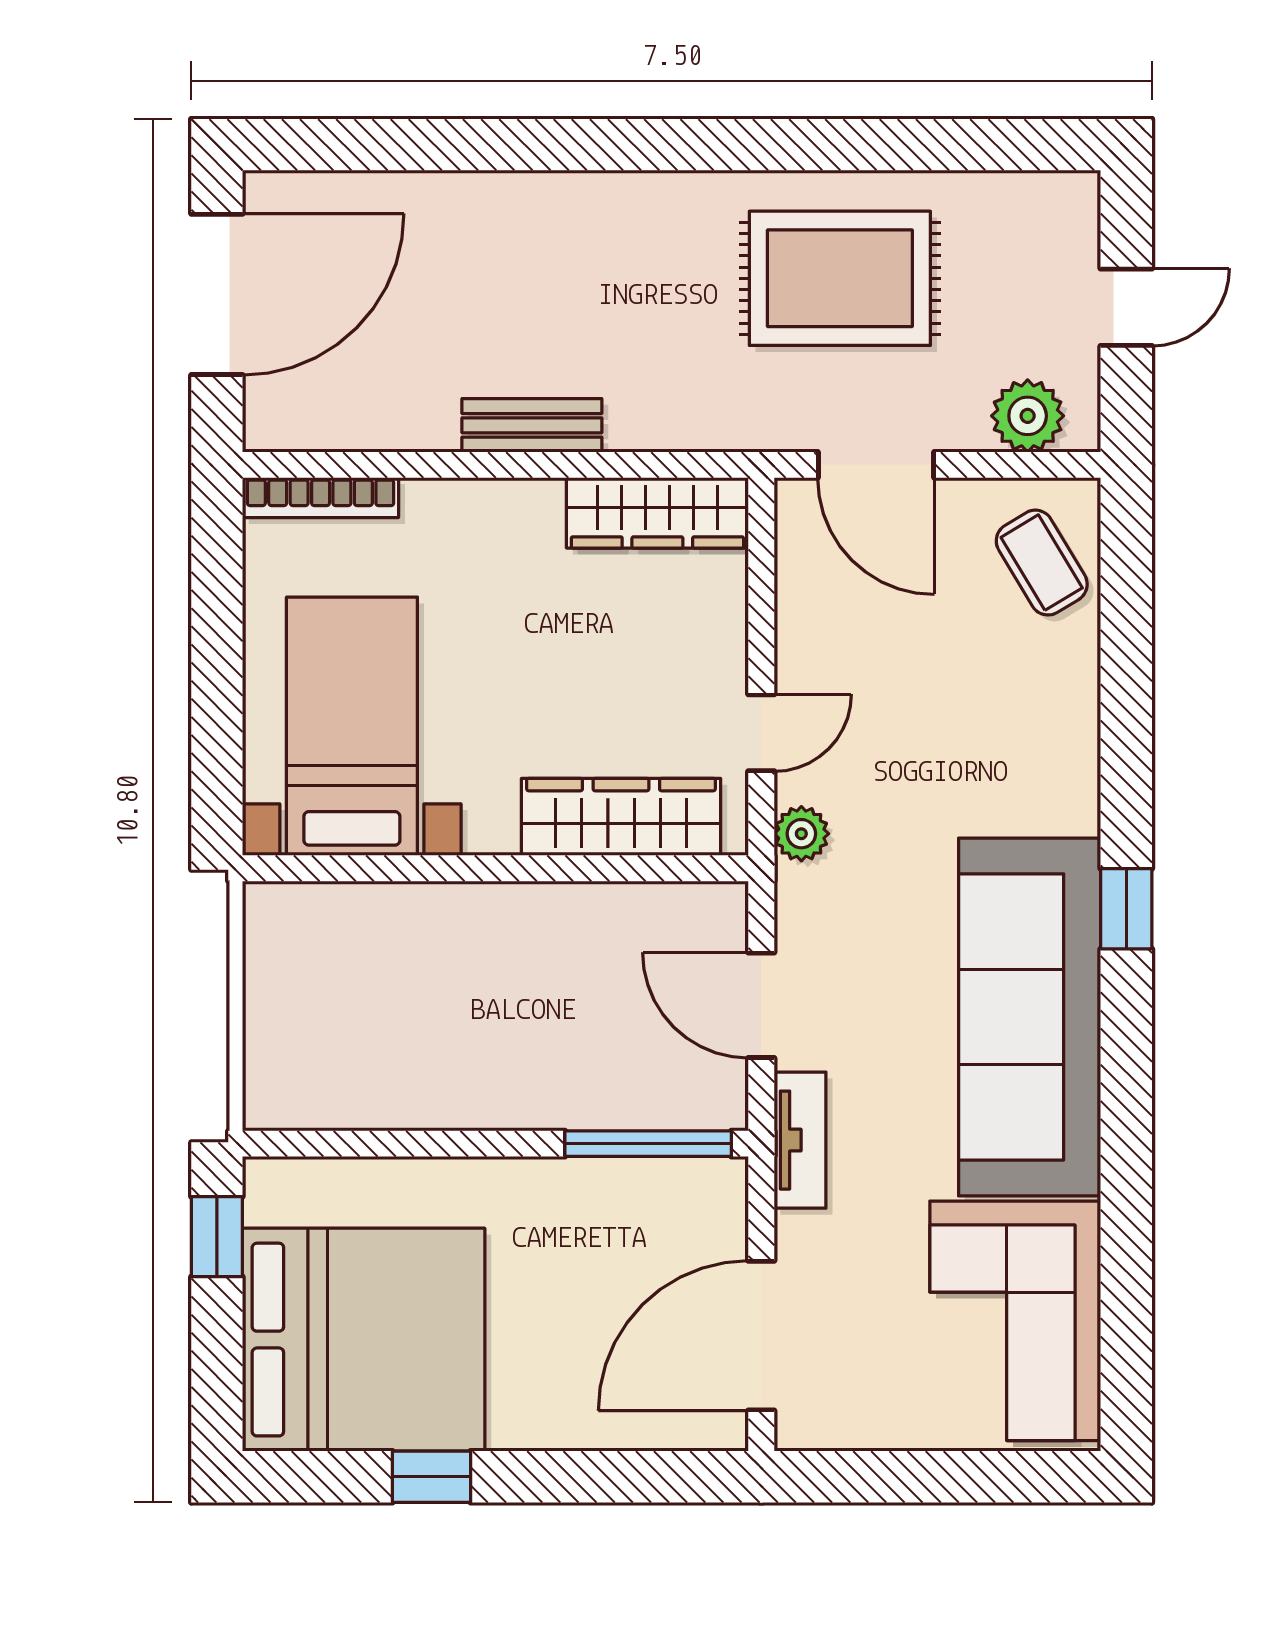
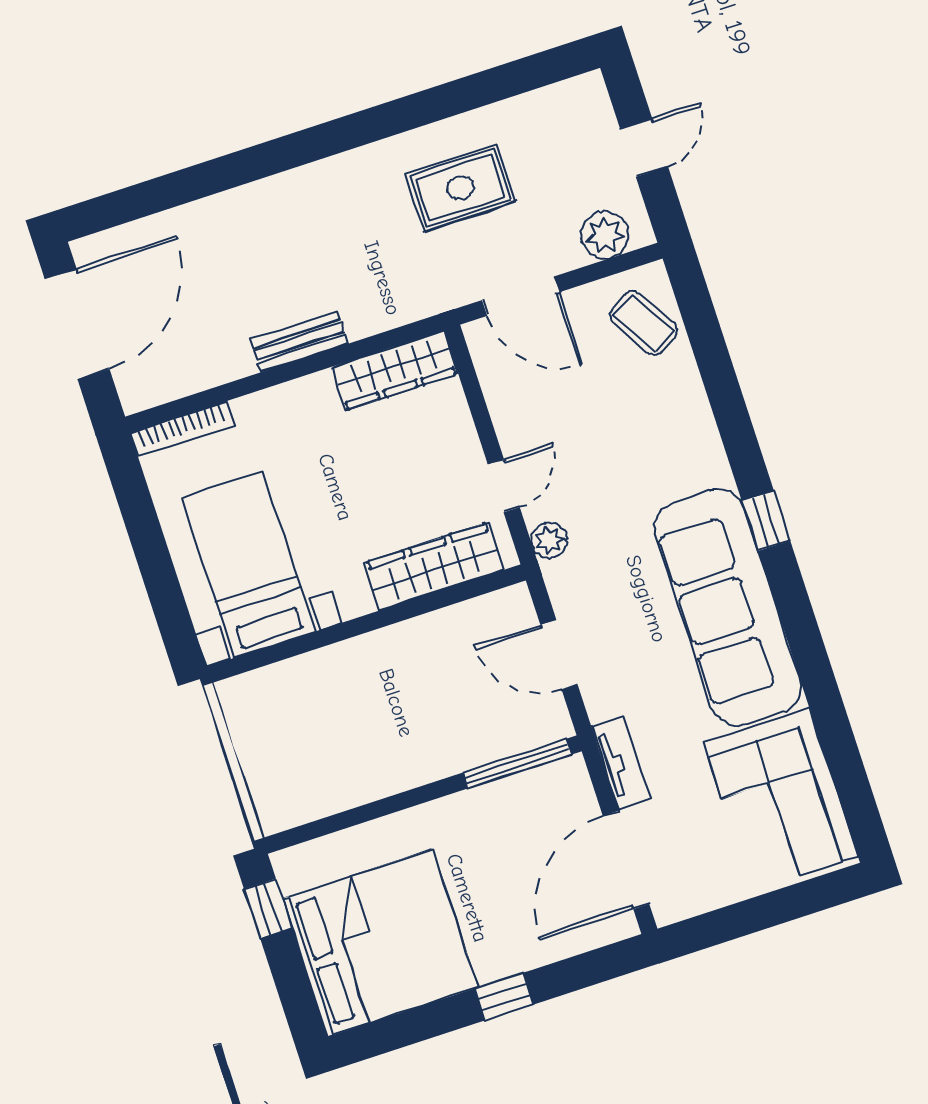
rug: (840, 278) -> (460, 188), width x0.73, depth x0.70
tv unit: (800, 1140) -> (621, 763), moved
window: (432, 1477) -> (504, 997), moved

